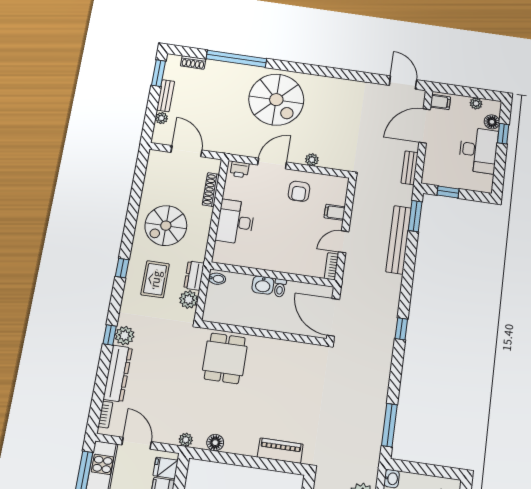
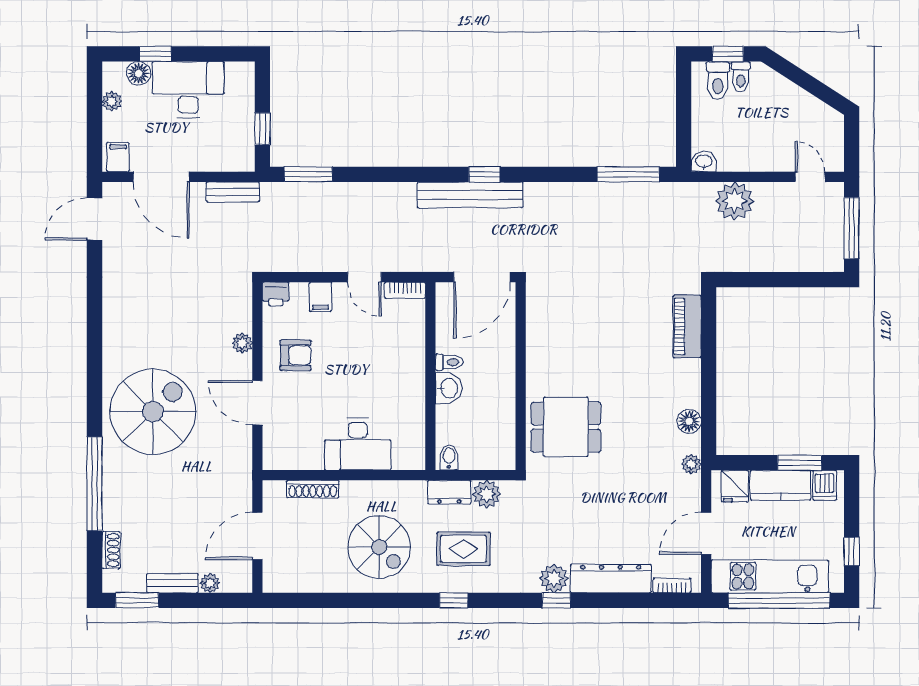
printer: (240, 169) -> (276, 294), moved, turned 90
bench: (399, 240) -> (470, 195), moved

